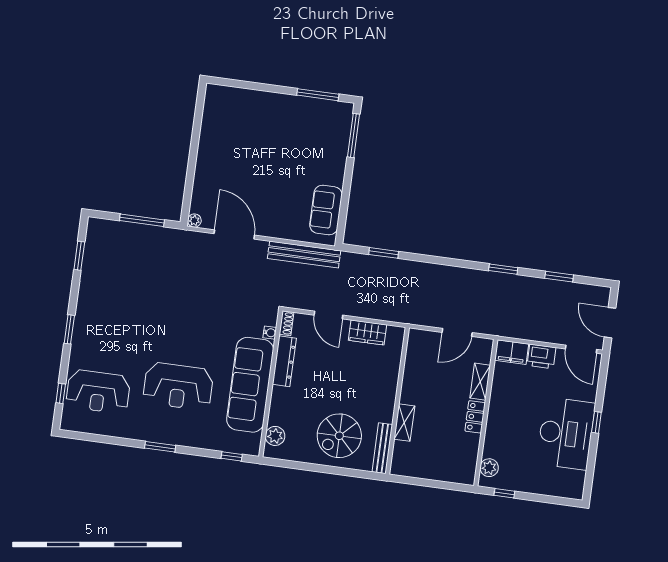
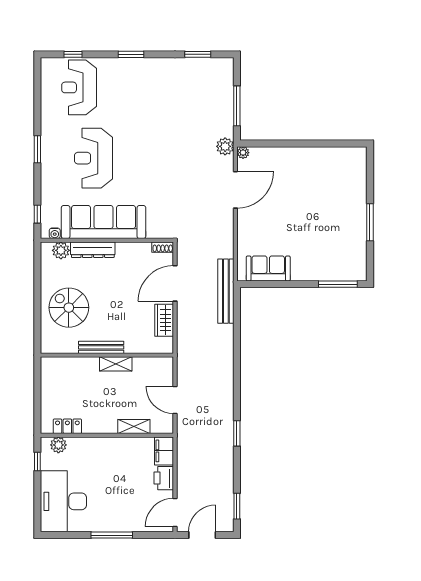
window: (318, 95) -> (370, 222), moved
plant: (185, 239) -> (225, 146), added
window: (384, 253) -> (237, 325), removed
bench: (304, 255) -> (226, 291), moved
window: (559, 277) -> (237, 506), moved
door: (328, 315) -> (175, 283), width x1.36
water cooler: (270, 333) -> (55, 233), moved
dresser: (284, 361) -> (93, 250), moved
locker: (475, 417) -> (67, 426), moved
window: (596, 422) -> (112, 535), width x2.17
shelving: (404, 423) -> (116, 364), moved
desk: (566, 434) -> (63, 501), moved, turned 90
bench: (382, 448) -> (101, 347), moved

